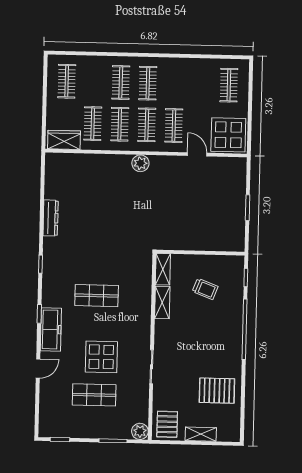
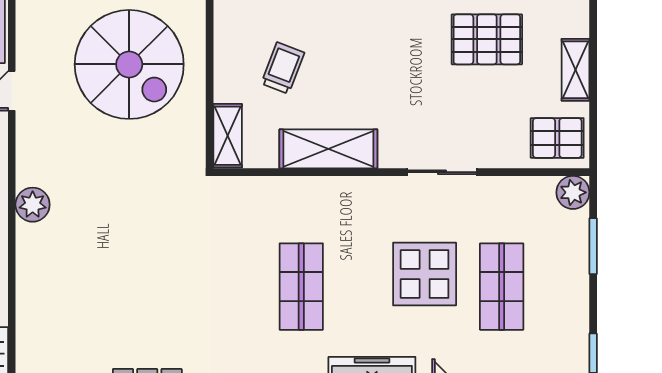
spiral stairs: (209, 213) -> (129, 64), added
shelving: (163, 269) -> (228, 136), moved, turned 90
shelving: (162, 302) -> (328, 149), width x1.50, depth x1.33
pallet: (217, 391) -> (487, 39), turned 90

